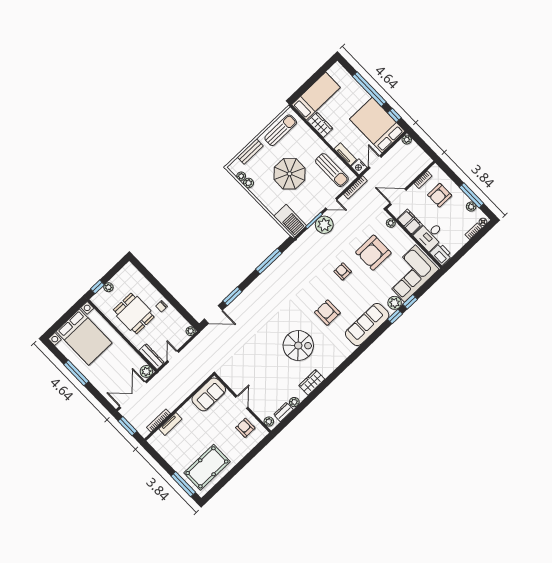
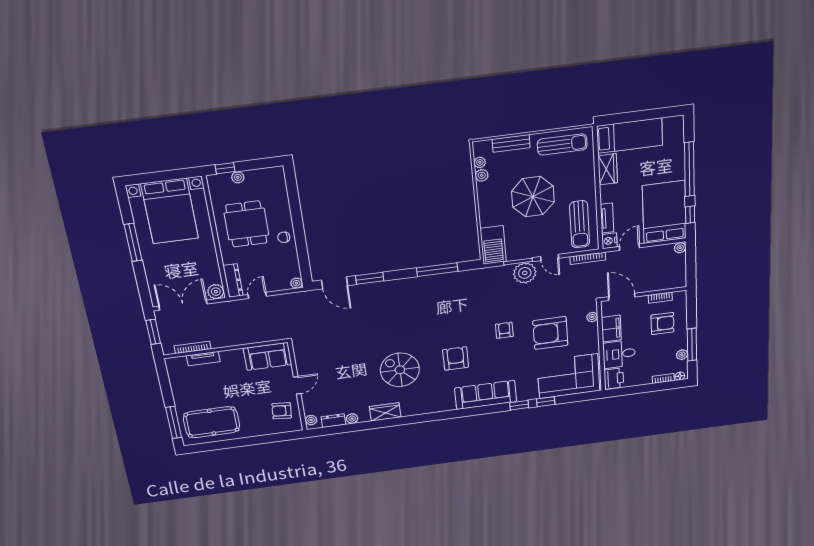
armchair: (440, 195) -> (662, 323), turned 180
plant: (395, 303) -> (530, 393), removed
spiral stairs: (298, 346) -> (400, 370), turned 180
armchair: (245, 428) -> (282, 411), turned -85

